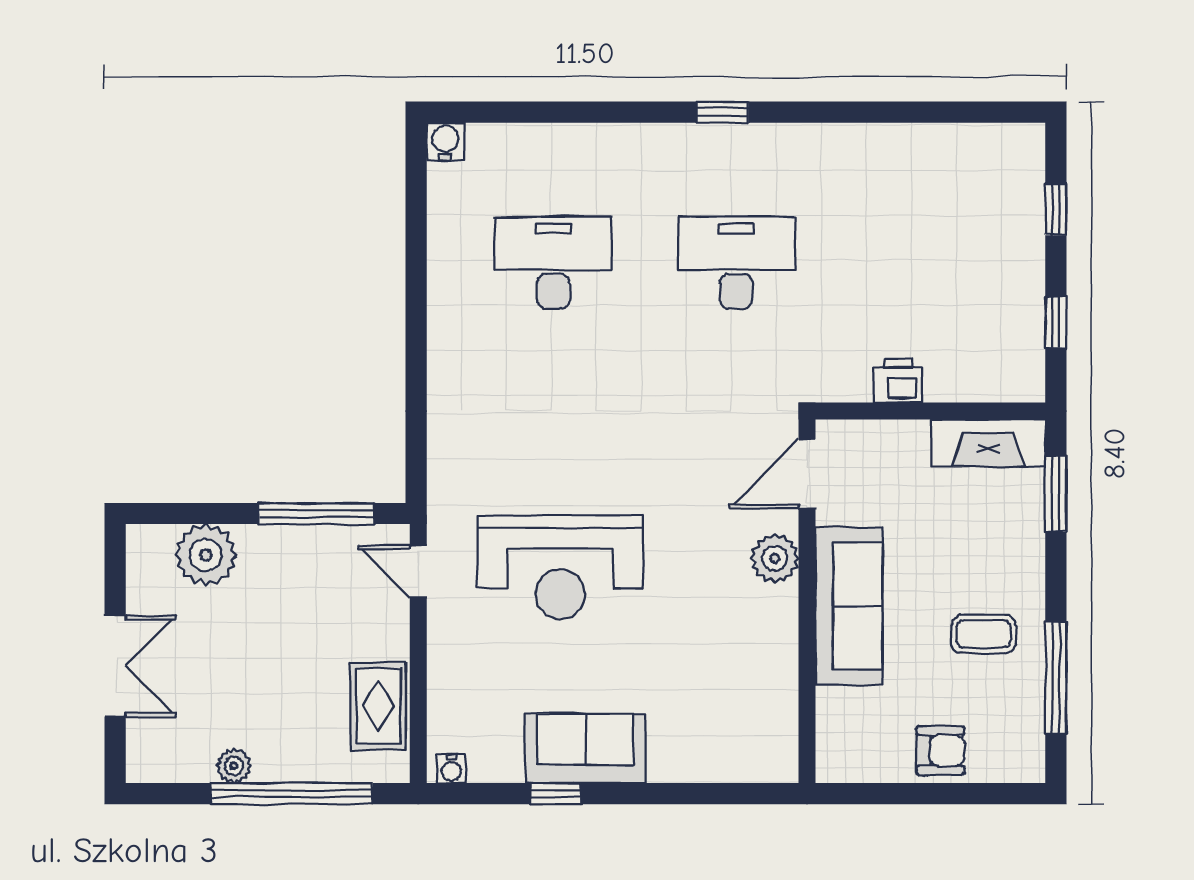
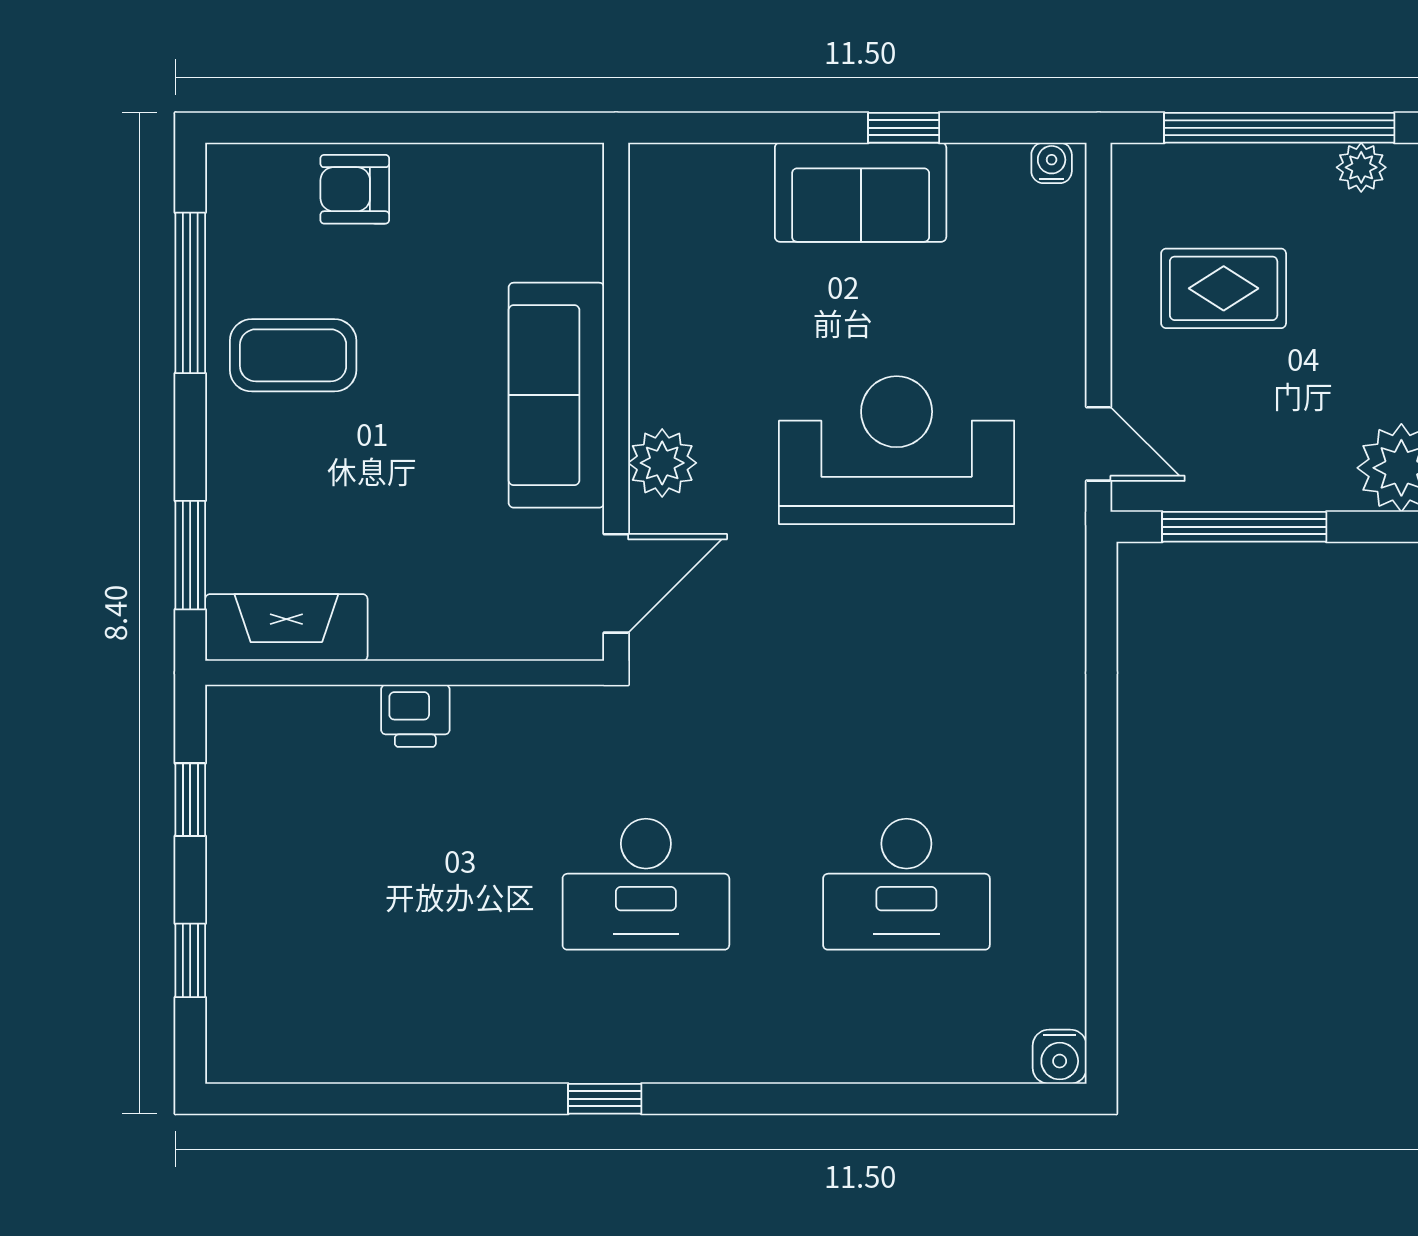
window: (722, 112) -> (605, 1099), moved
door: (807, 474) -> (616, 583), moved
plant: (775, 558) -> (662, 463), moved
wall: (807, 601) -> (616, 402), moved
sofa: (849, 606) -> (556, 395), moved
coffee table: (984, 634) -> (293, 355), width x1.36, depth x1.30
rug: (378, 706) -> (1224, 288), moved, turned 90

